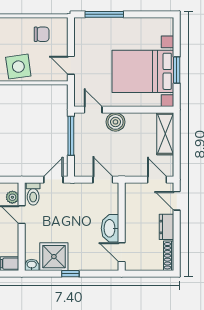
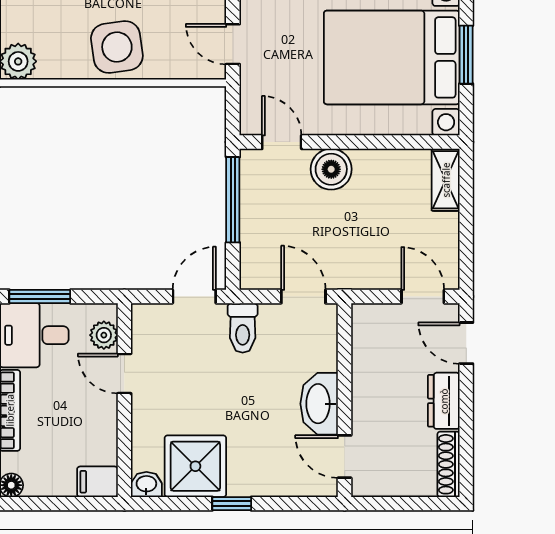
shelving: (165, 134) -> (446, 180), width x0.67, depth x0.75
toilet: (33, 194) -> (243, 328), moved

